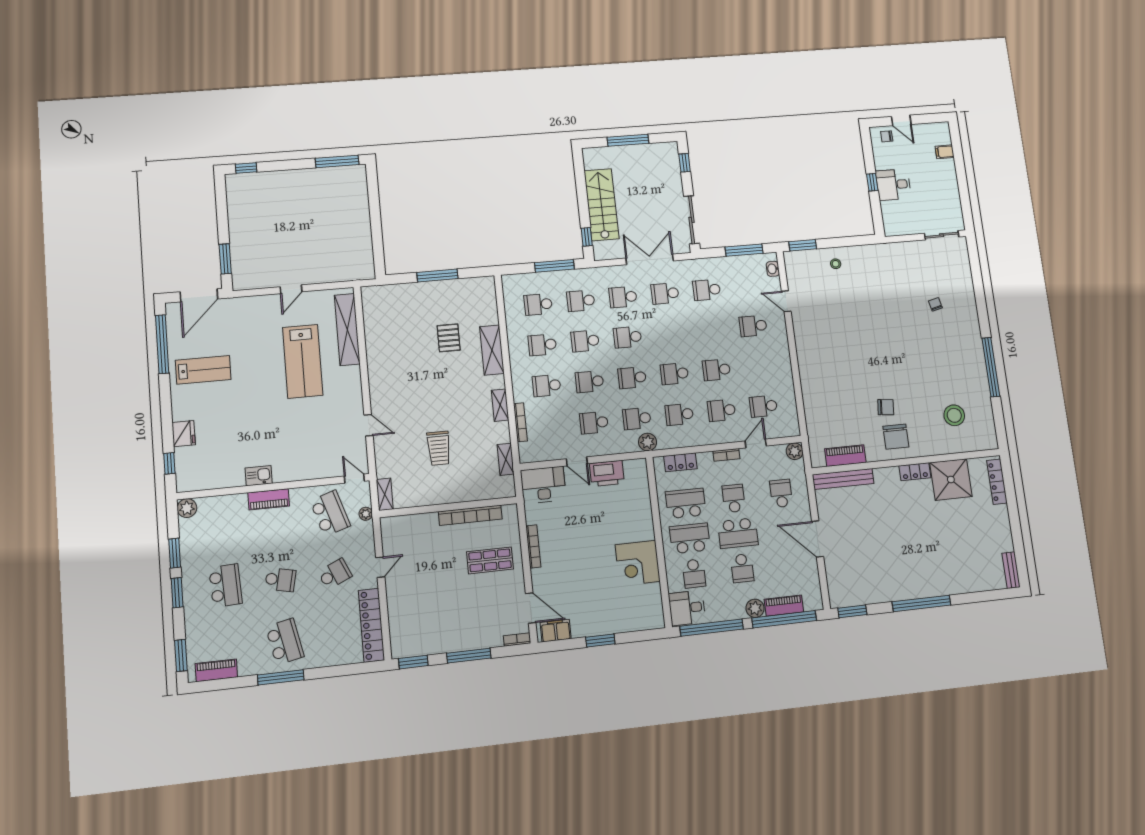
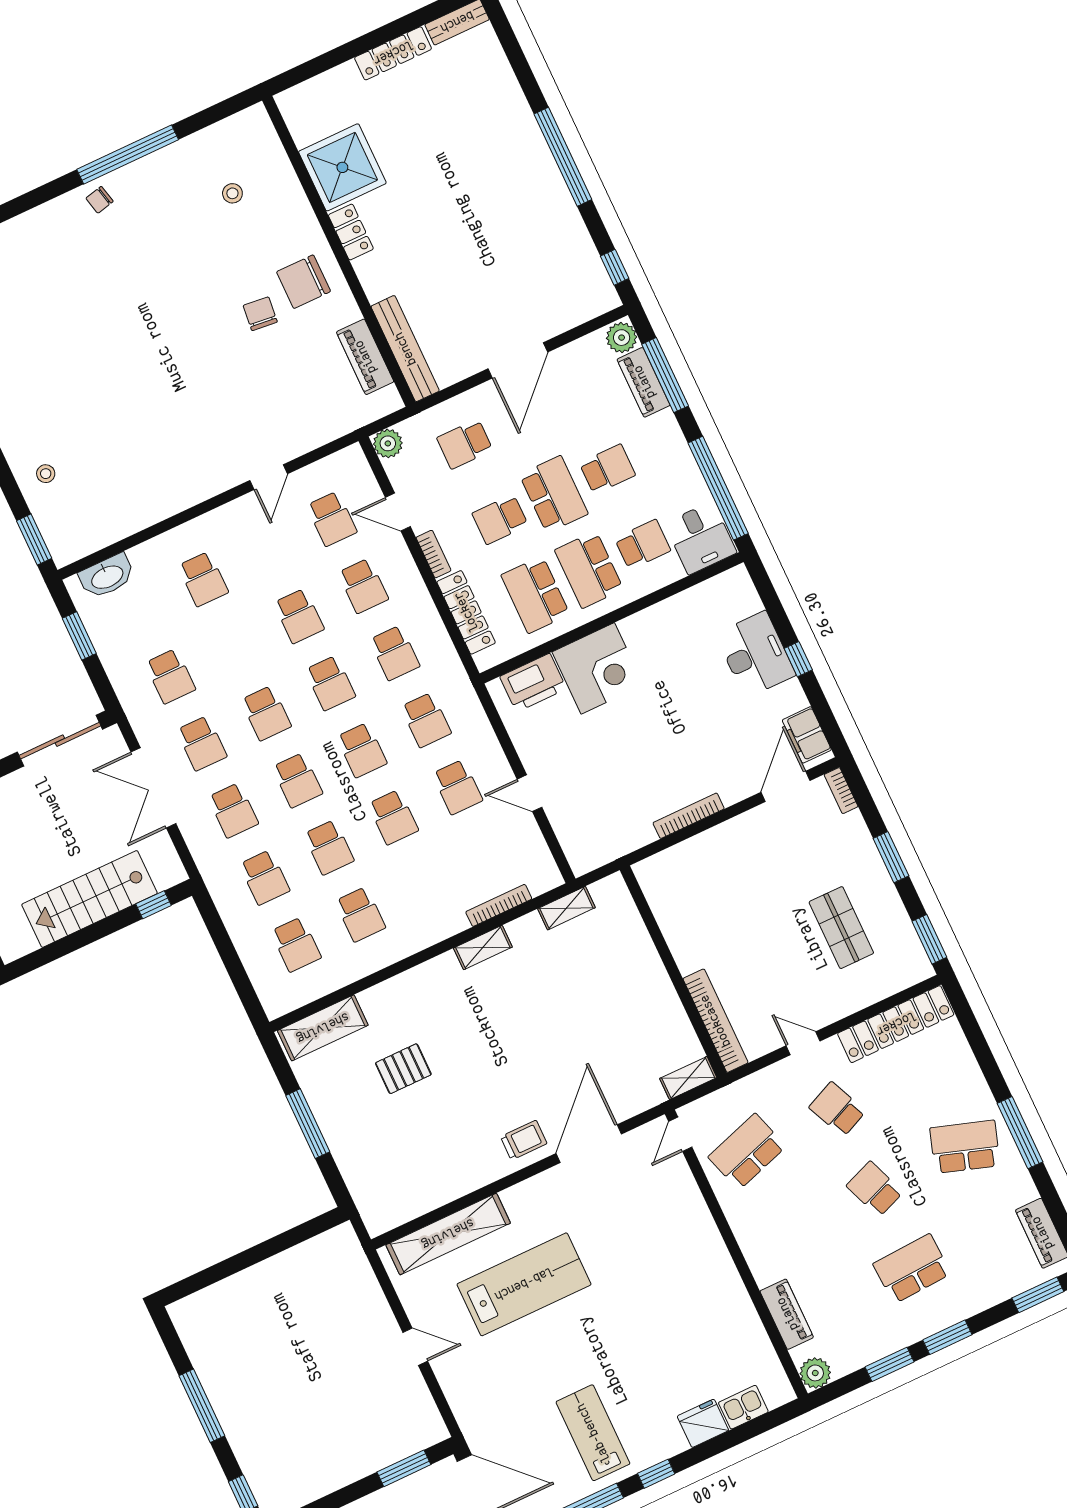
window: (337, 161) -> (202, 1406), moved
window: (744, 250) -> (79, 636), width x0.69
window: (554, 266) -> (222, 940), removed
washbasin: (773, 269) -> (107, 576), width x1.91, depth x1.45
door: (786, 301) -> (269, 477), moved
chair: (935, 304) -> (99, 200), moved
shelving: (492, 350) -> (323, 1028), moved
school desk: (547, 386) -> (266, 713), moved
stool: (954, 415) -> (232, 193), width x0.53, depth x0.53
door: (368, 425) -> (589, 1144), width x1.88
chair: (896, 437) -> (304, 282), turned 180
plant: (648, 442) -> (458, 690), removed
trolley: (439, 448) -> (524, 1140), moved, width x0.73, depth x0.72
door: (577, 461) -> (530, 793), swing flipped
locker: (680, 462) -> (466, 612), width x1.53
window: (169, 463) -> (656, 1474), moved
printer: (607, 473) -> (533, 683), moved, turned 90
kitchen sink: (259, 476) -> (743, 1407), moved, turned 90
locker: (997, 482) -> (393, 53), moved
desk: (543, 485) -> (755, 654), moved, turned 180
piano: (269, 499) -> (787, 1314), moved
plant: (366, 514) -> (729, 1096), removed
bookcase: (470, 515) -> (715, 1021), moved
shop shelf: (490, 560) -> (841, 928), moved
corner desk: (638, 563) -> (598, 668), moved
school desk: (280, 580) -> (875, 1189), turned -33
plant: (755, 608) -> (622, 338), moved
window: (852, 611) -> (615, 267), width x0.67
window: (784, 619) -> (665, 375), width x0.68
window: (600, 640) -> (798, 659), width x0.67
school desk: (285, 642) -> (965, 1147), turned 30
window: (469, 656) -> (891, 857), width x0.69

